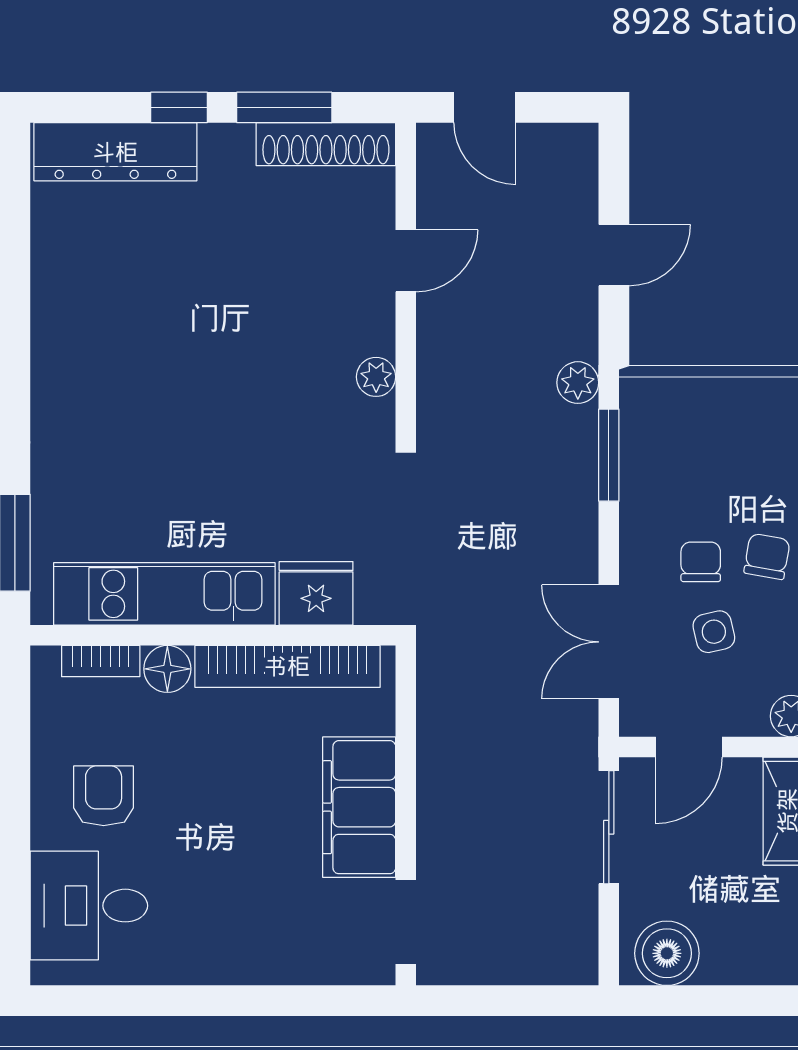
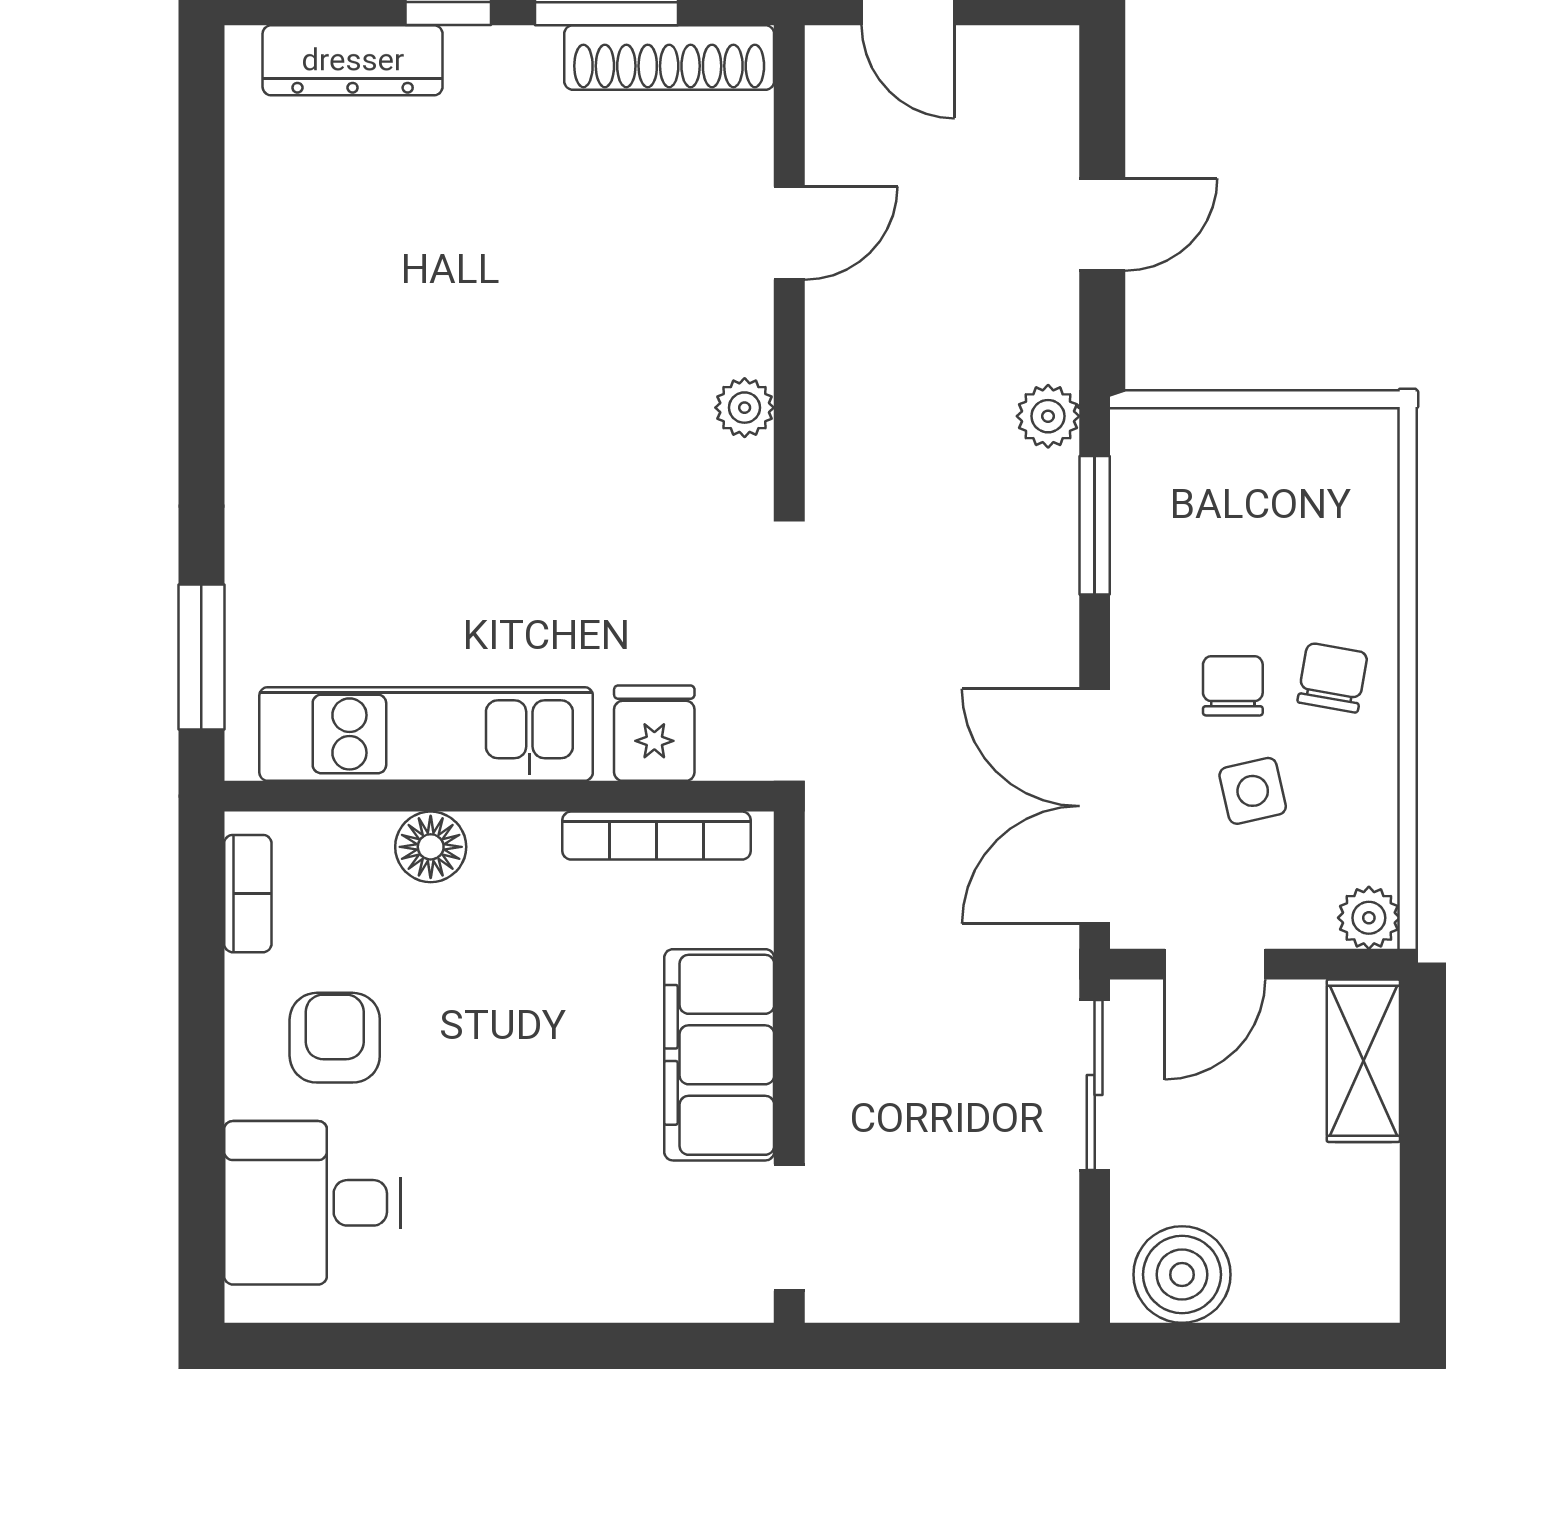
dresser: (115, 152) -> (353, 60), width x0.73, depth x0.80
fridge: (316, 593) -> (654, 733), width x0.72
double door: (609, 642) -> (1095, 806), width x1.37
bookcase: (101, 661) -> (248, 894), moved, turned -90
bookcase: (287, 666) -> (657, 836), width x0.68, depth x0.76

